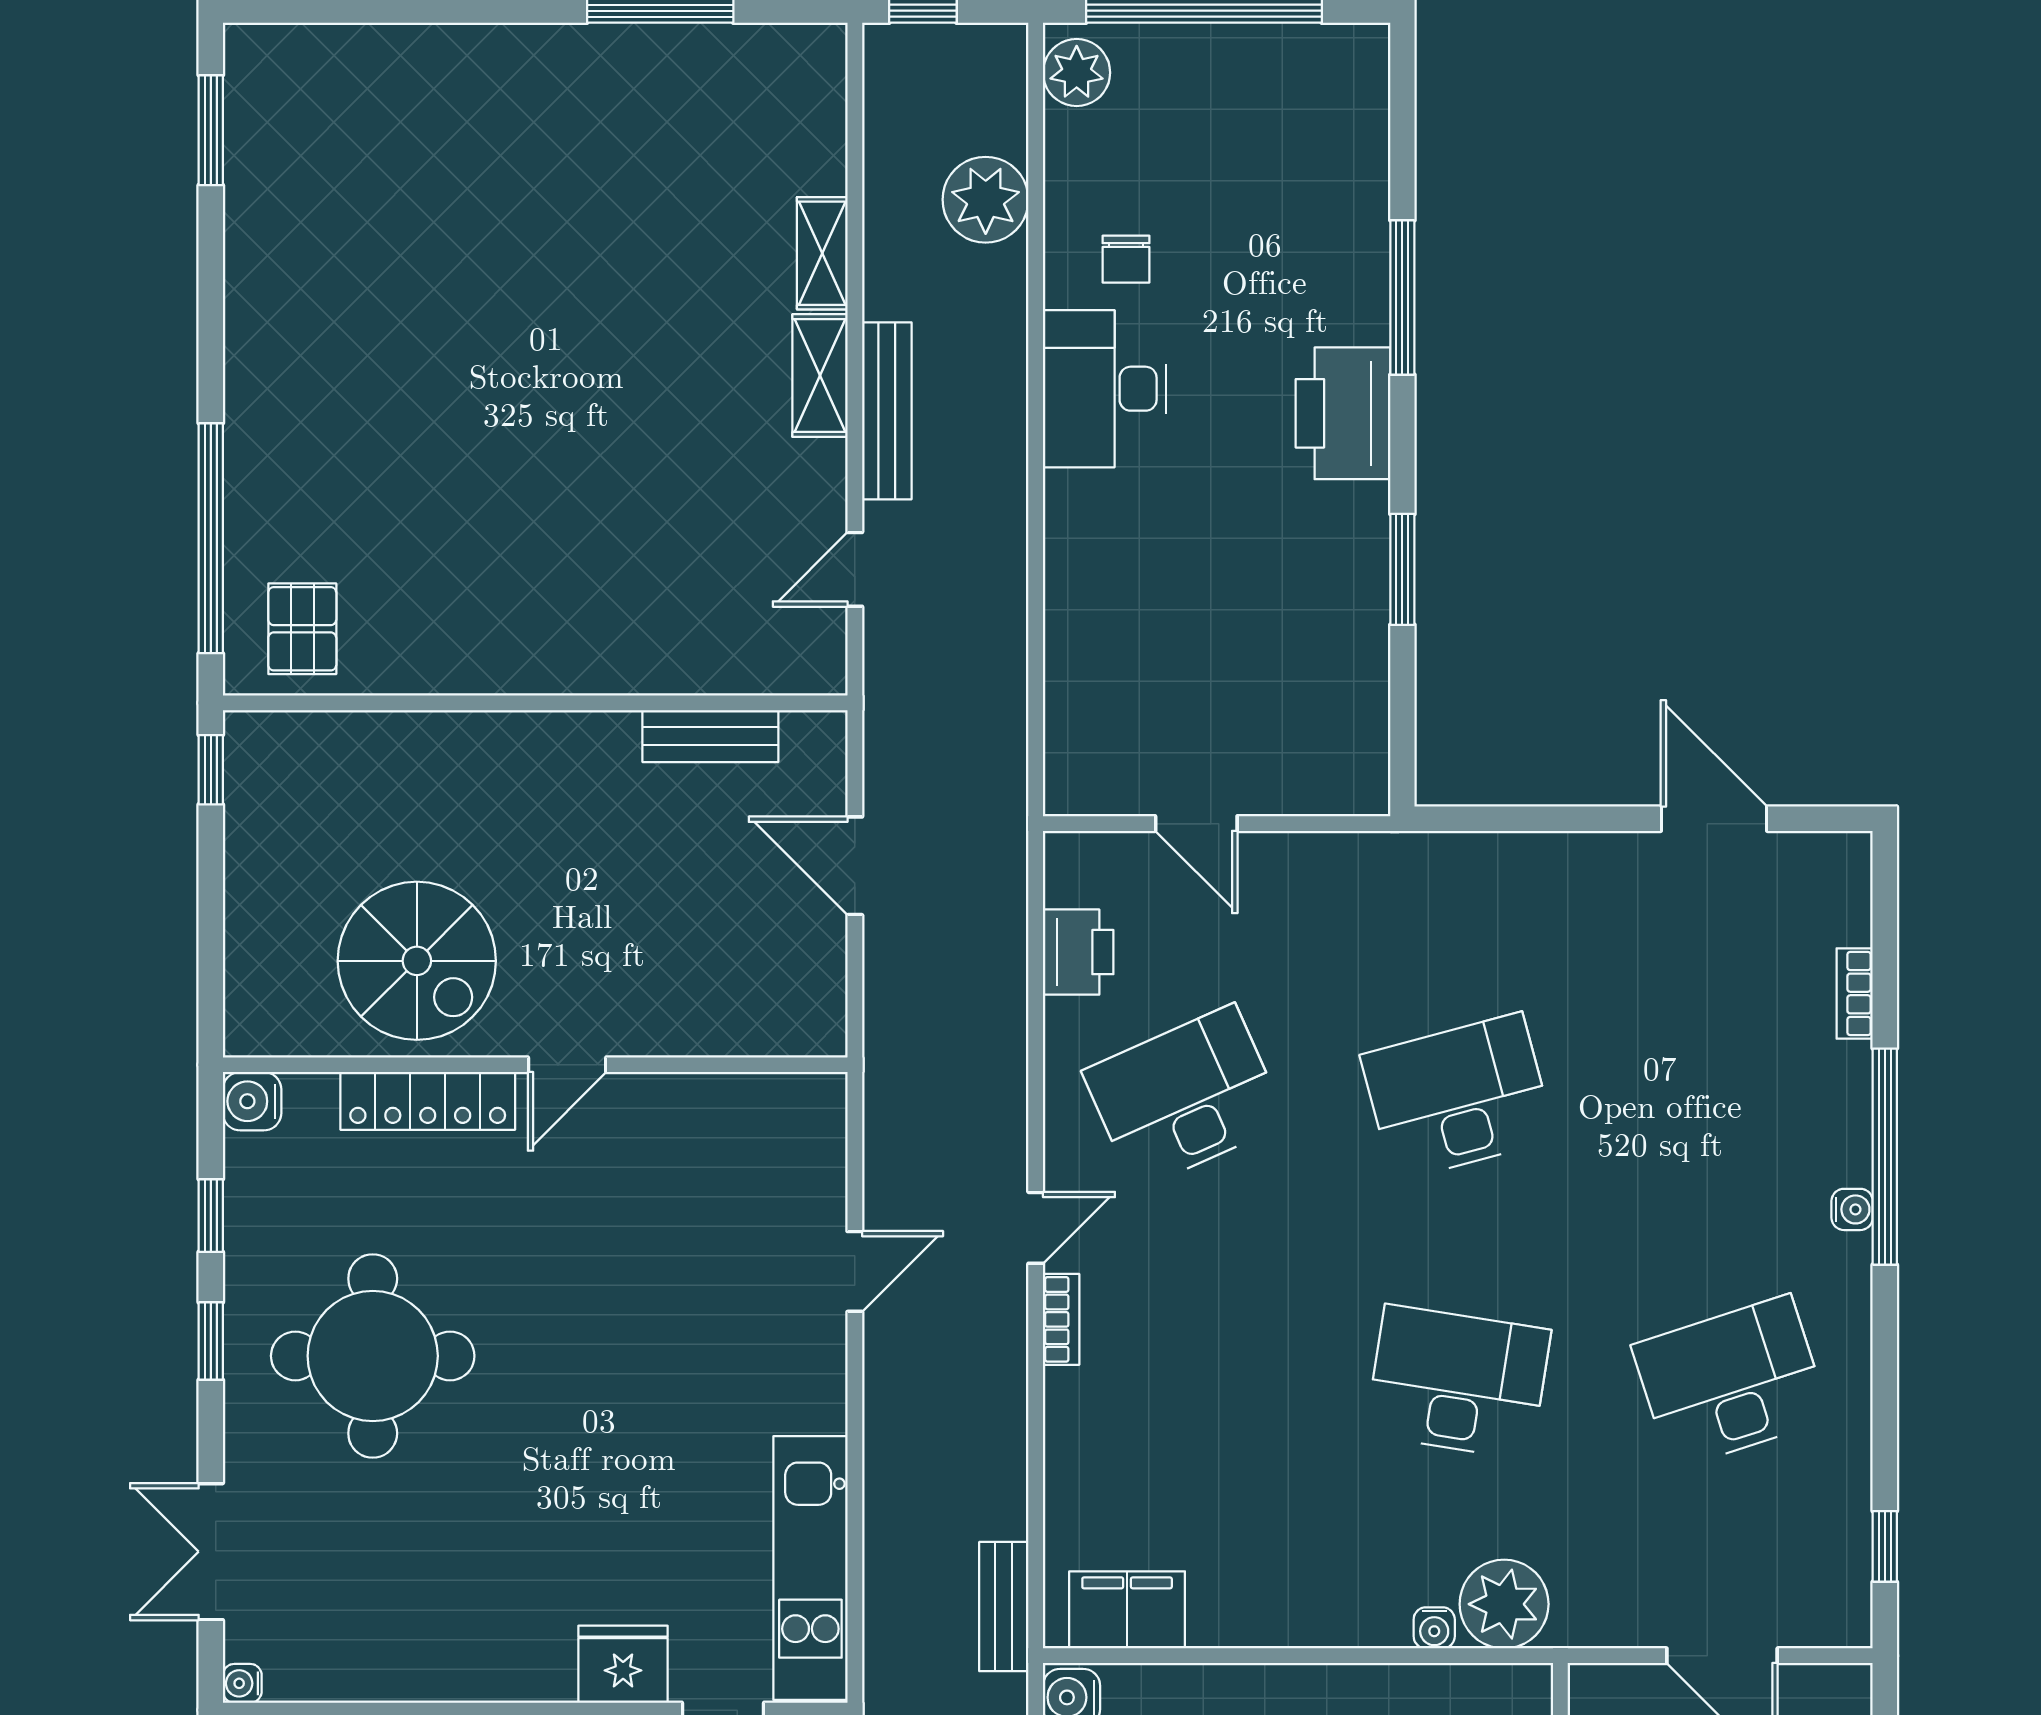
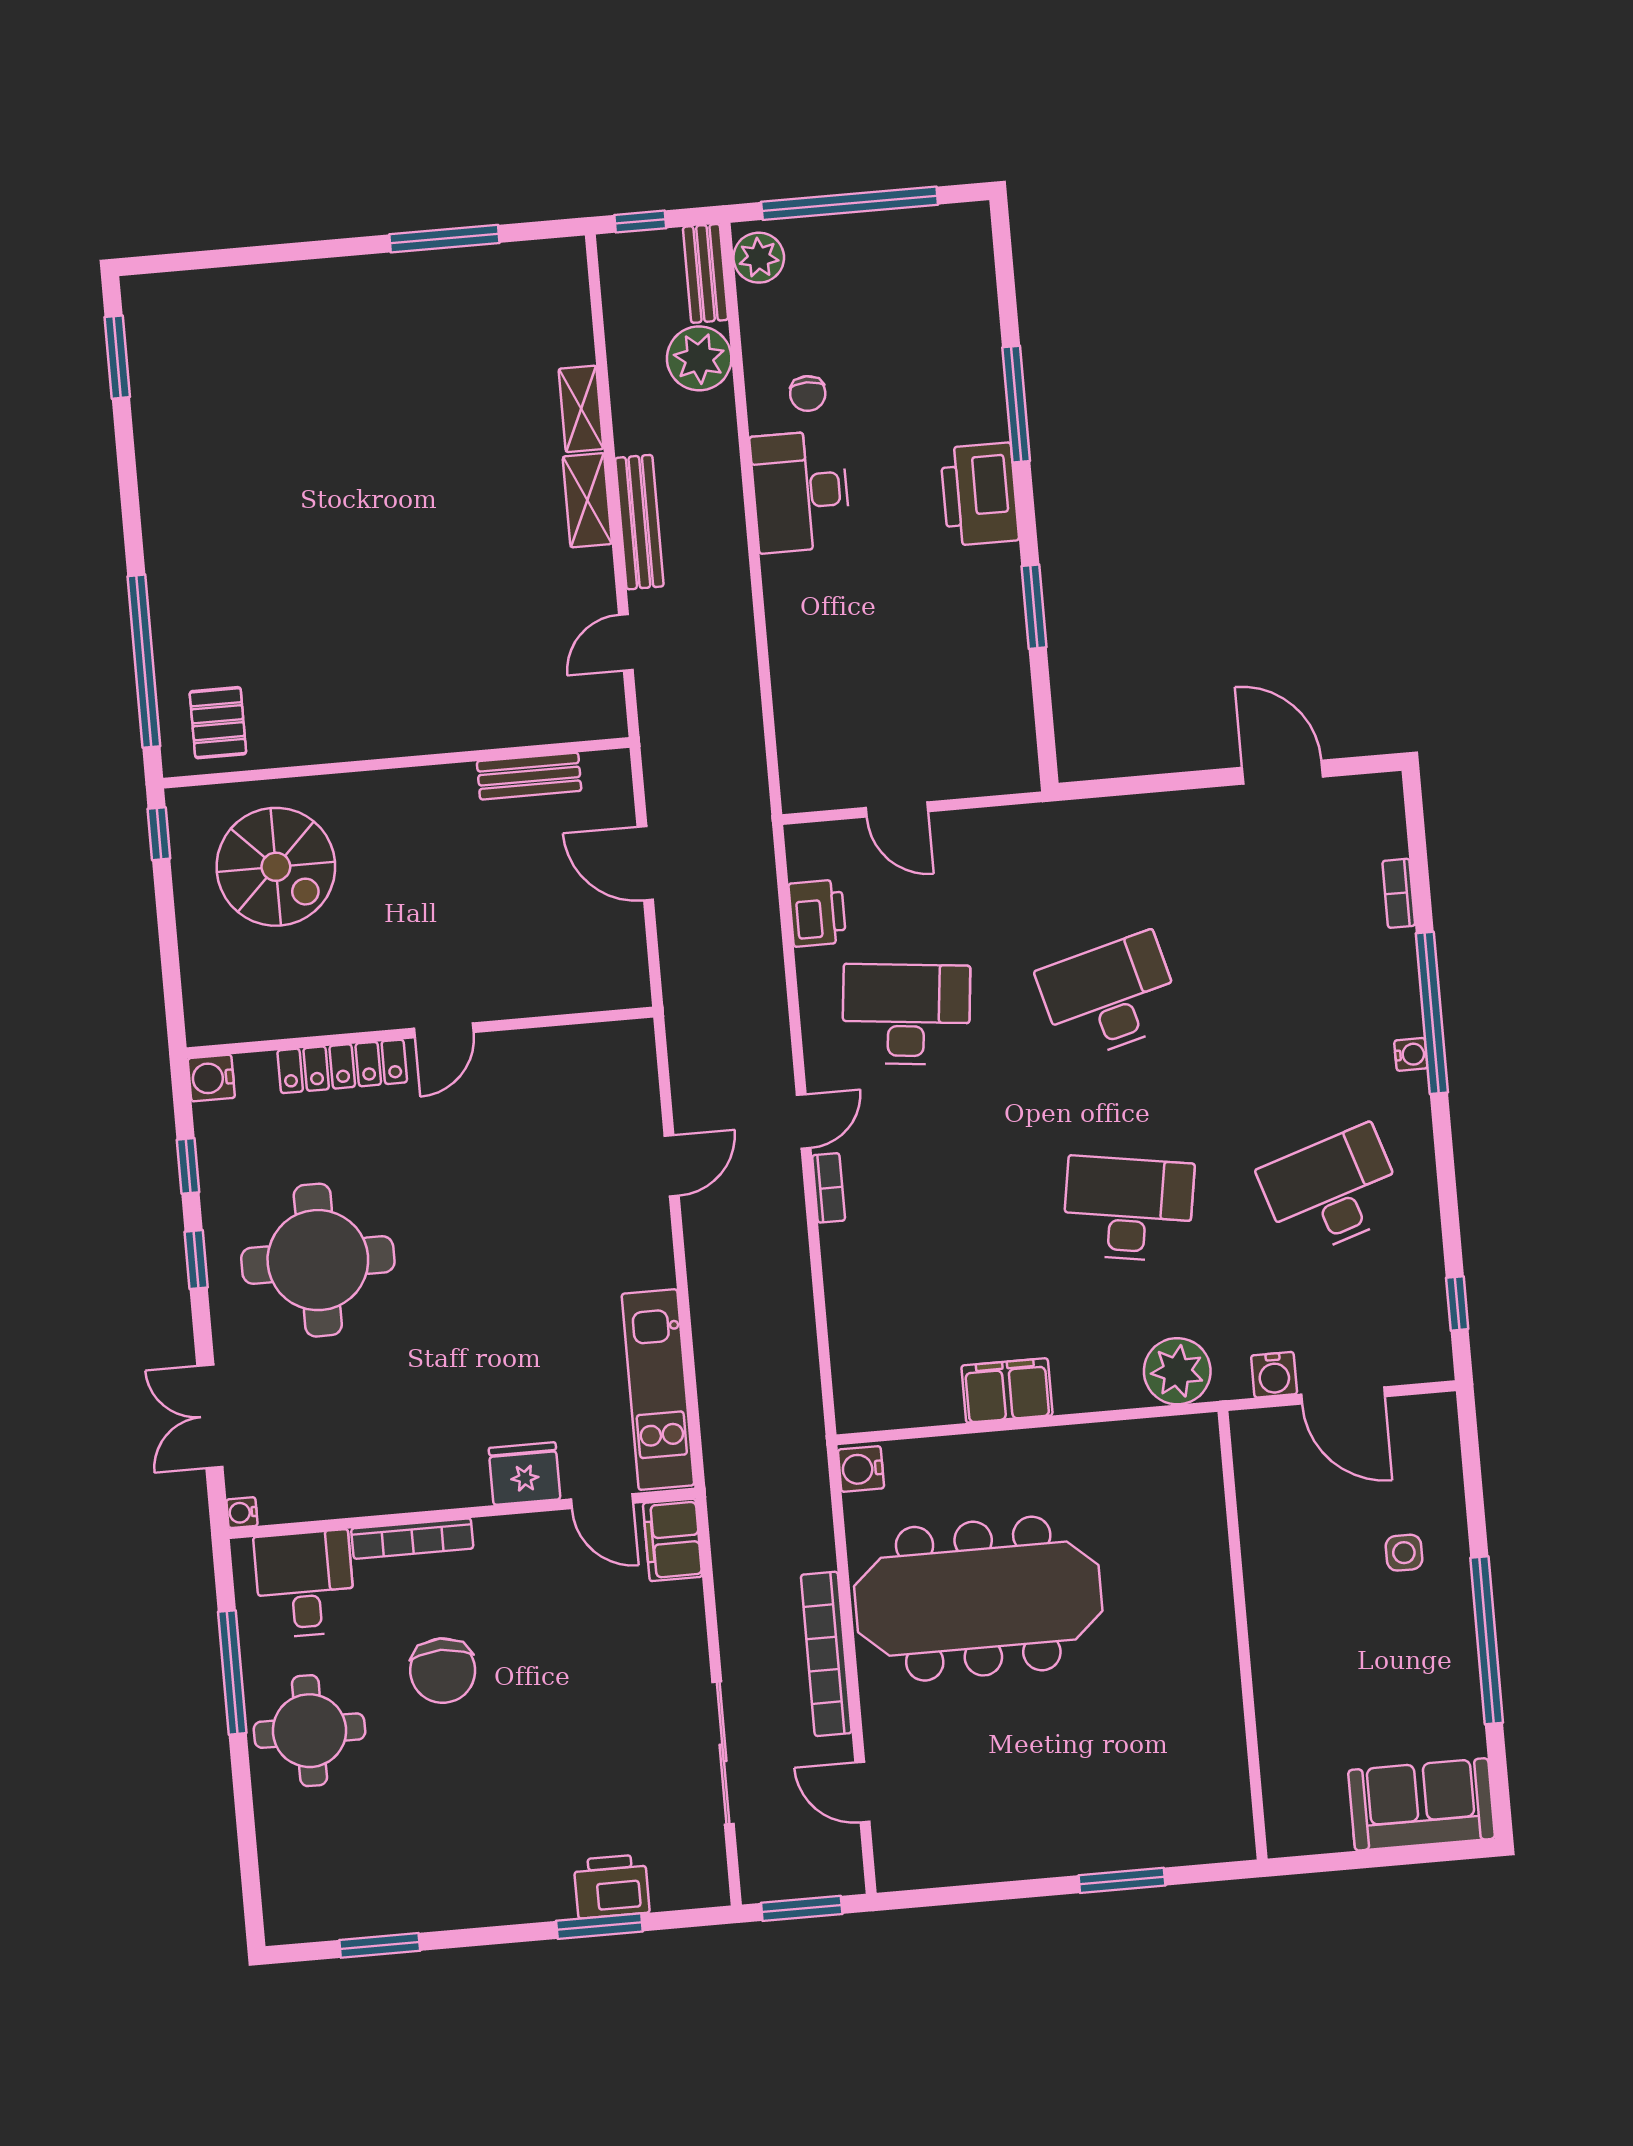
spiral stairs: (417, 961) -> (276, 867), moved
desk: (1185, 1097) -> (906, 1014), turned 30
bench: (1004, 1607) -> (705, 273), moved
filing cabinet: (1127, 1610) -> (1007, 1390), moved
water cooler: (1434, 1628) -> (1274, 1375), moved, width x1.38, depth x1.38

